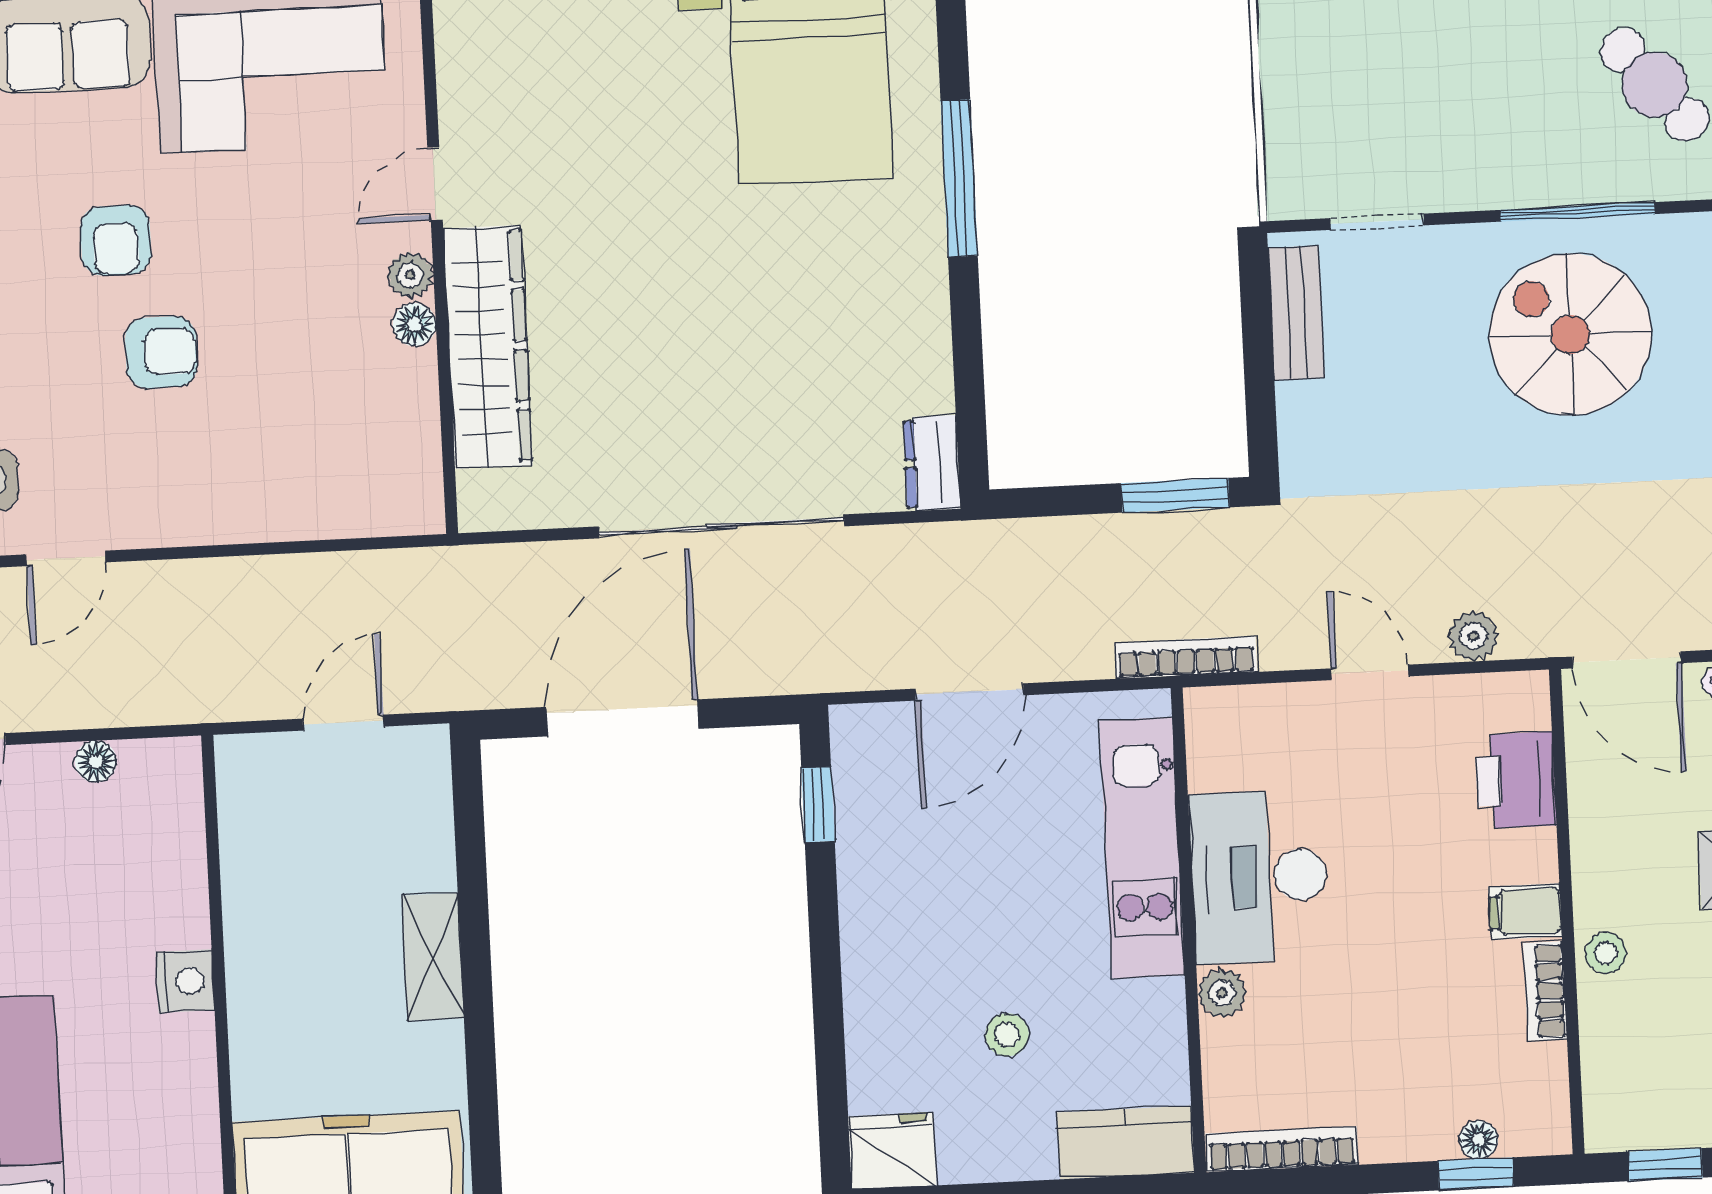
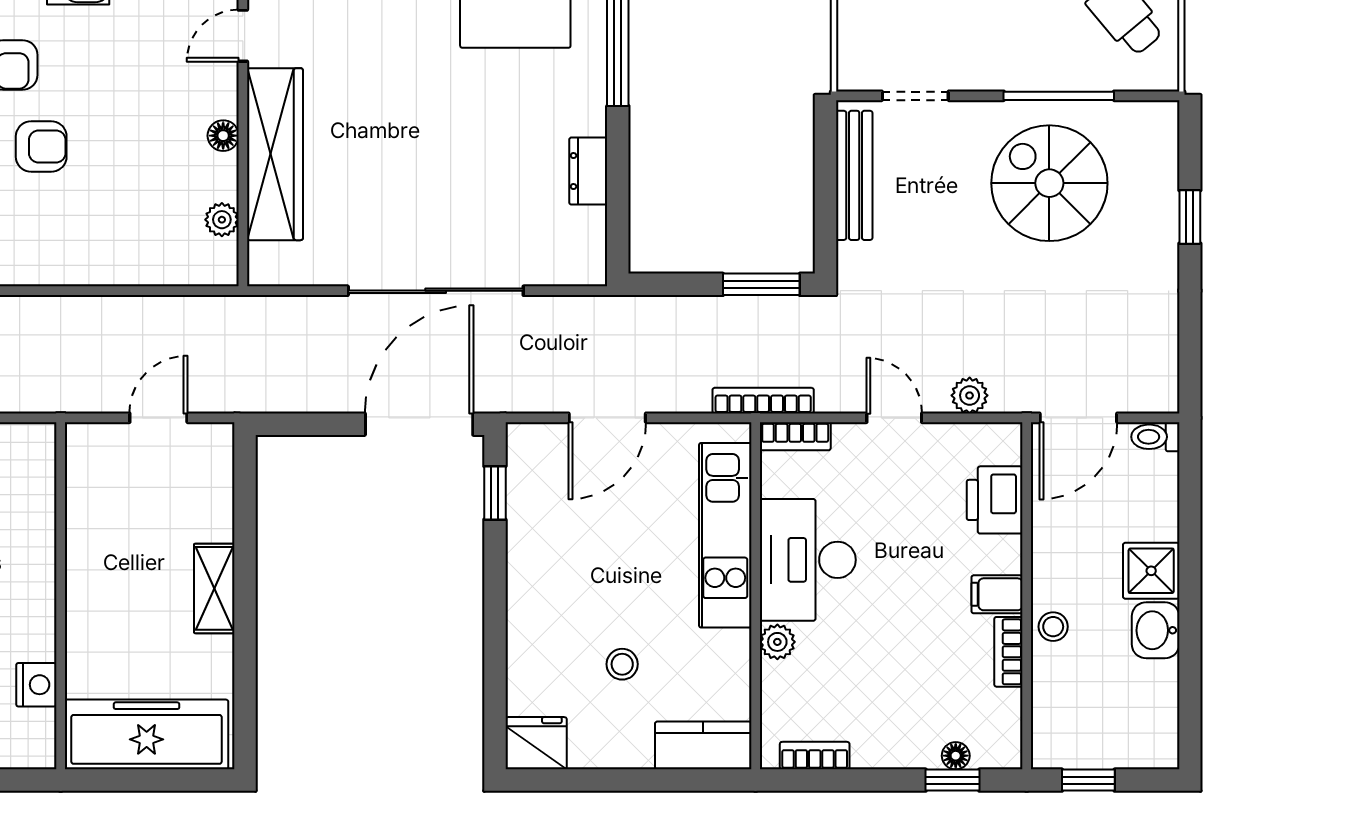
plant: (410, 275) -> (222, 220), moved
bench: (1296, 313) -> (854, 175), width x1.36
dresser: (932, 463) -> (588, 171), moved
door: (1627, 660) -> (1078, 418), hinge flipped
bookcase: (1233, 705) -> (795, 436), added
door: (622, 718) -> (419, 424), moved
nightstand: (185, 981) -> (36, 685), moved
bookcase: (1282, 1149) -> (815, 756), width x0.64

